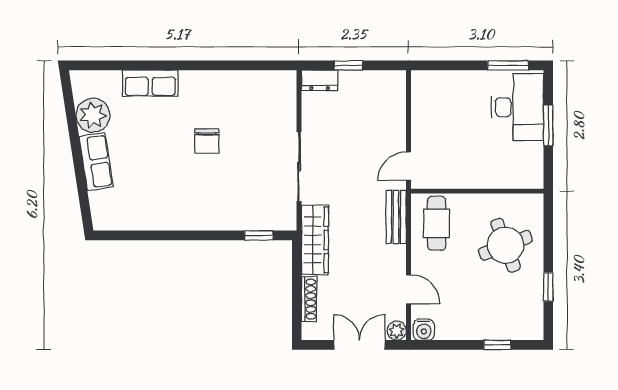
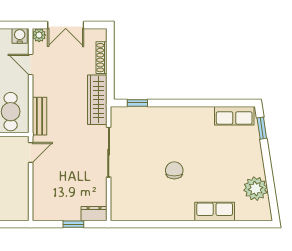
row of seats: (96, 162) -> (234, 116), moved, turned -81
window: (84, 200) -> (262, 128), added

